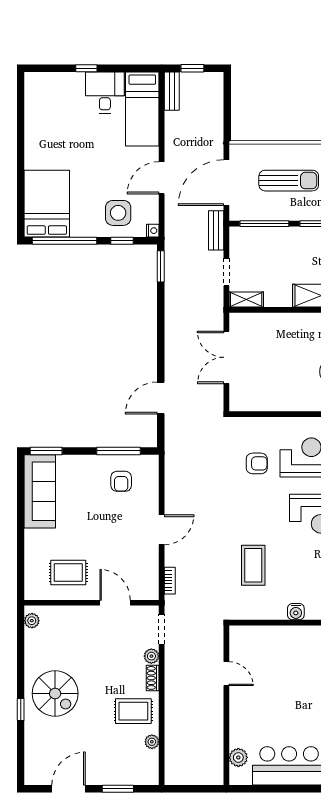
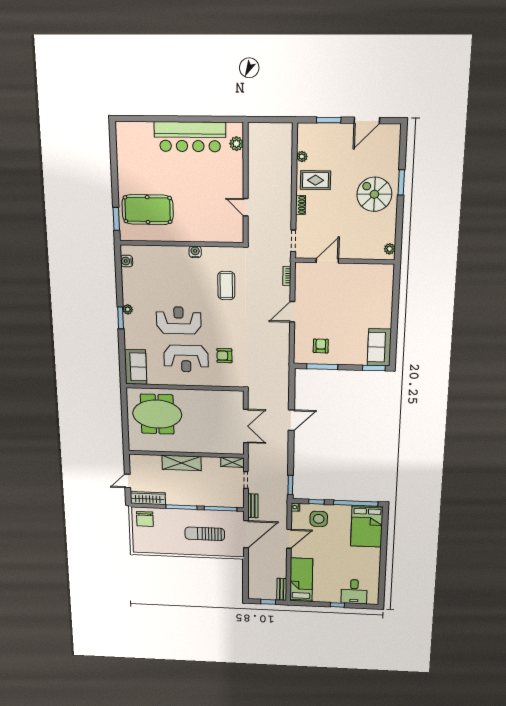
desk: (105, 93) -> (354, 592), moved
door: (161, 398) -> (291, 420), moved
sofa: (40, 491) -> (379, 347), width x0.73
rug: (68, 573) -> (361, 283), removed
door: (115, 603) -> (327, 261), swing flipped
plant: (151, 656) -> (301, 221), removed
window: (21, 709) -> (401, 182), width x1.50

